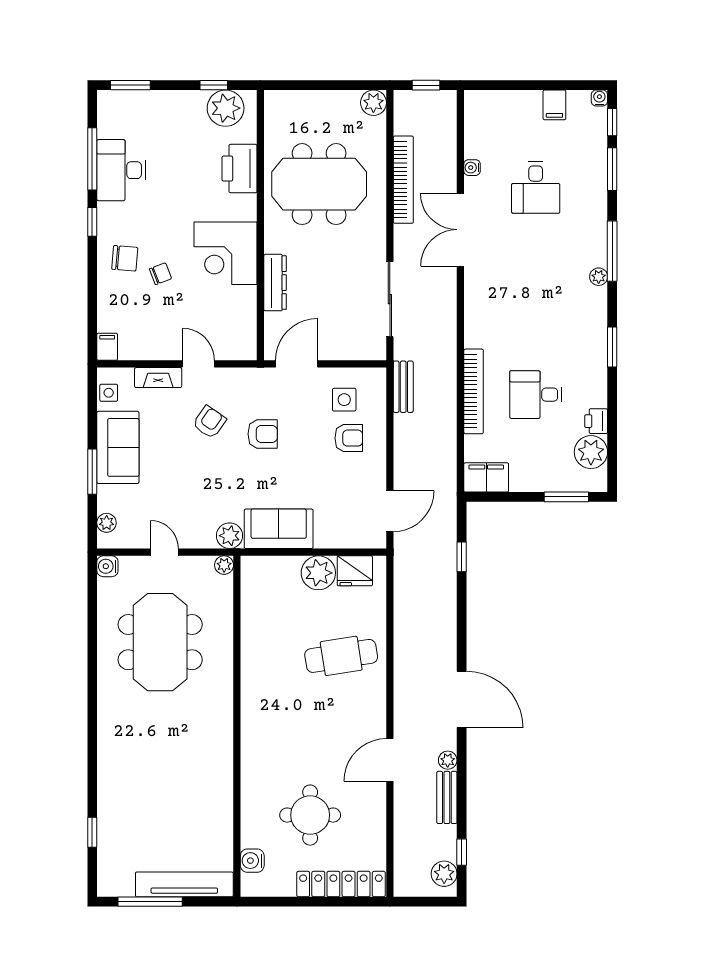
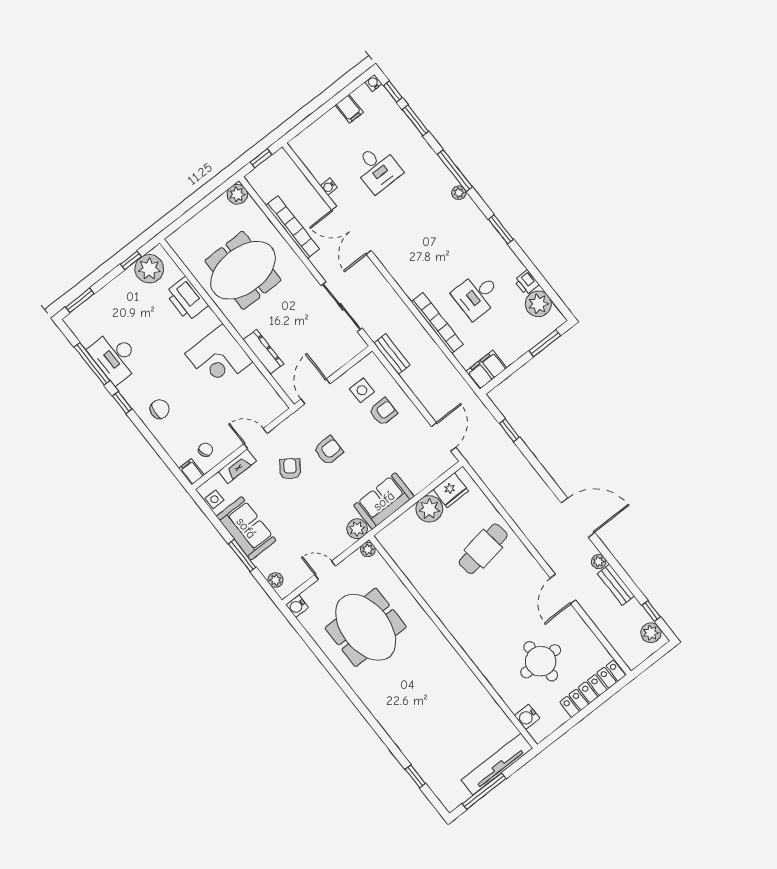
chair: (160, 274) -> (205, 450), moved

